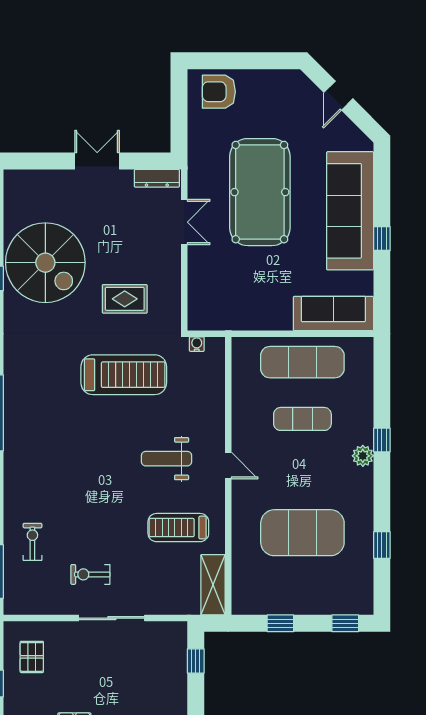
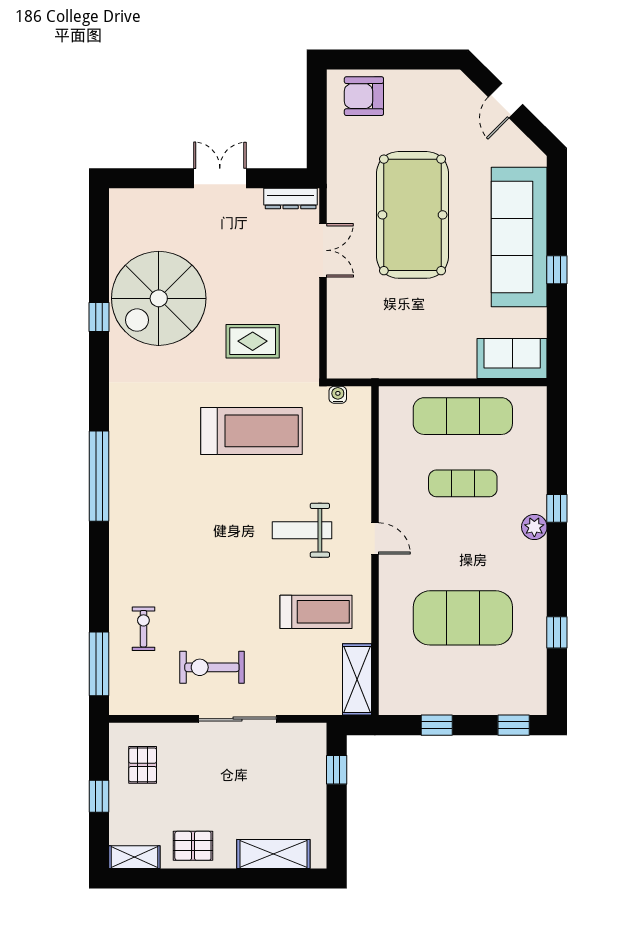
spiral stairs: (45, 263) -> (159, 298), turned 90
sofa: (333, 313) -> (512, 359), width x0.73
treadmill: (178, 528) -> (316, 612), turned 180
exercise bike: (90, 574) -> (212, 667), width x1.38, depth x1.39

